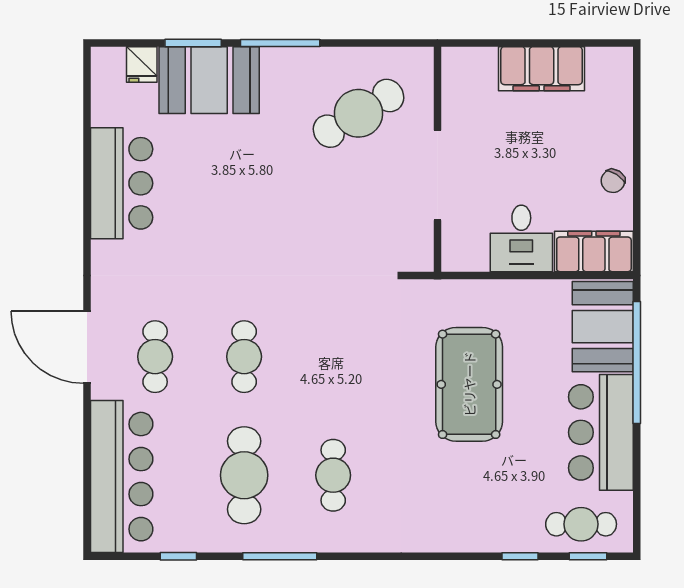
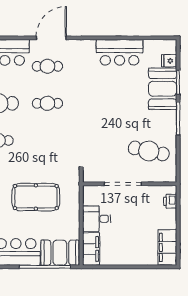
printer: (479, 62) -> (170, 201), added
filing cabinet: (542, 69) -> (167, 247), moved
cafe table: (358, 113) -> (149, 151), turned -47
chair: (613, 181) -> (121, 257), removed

